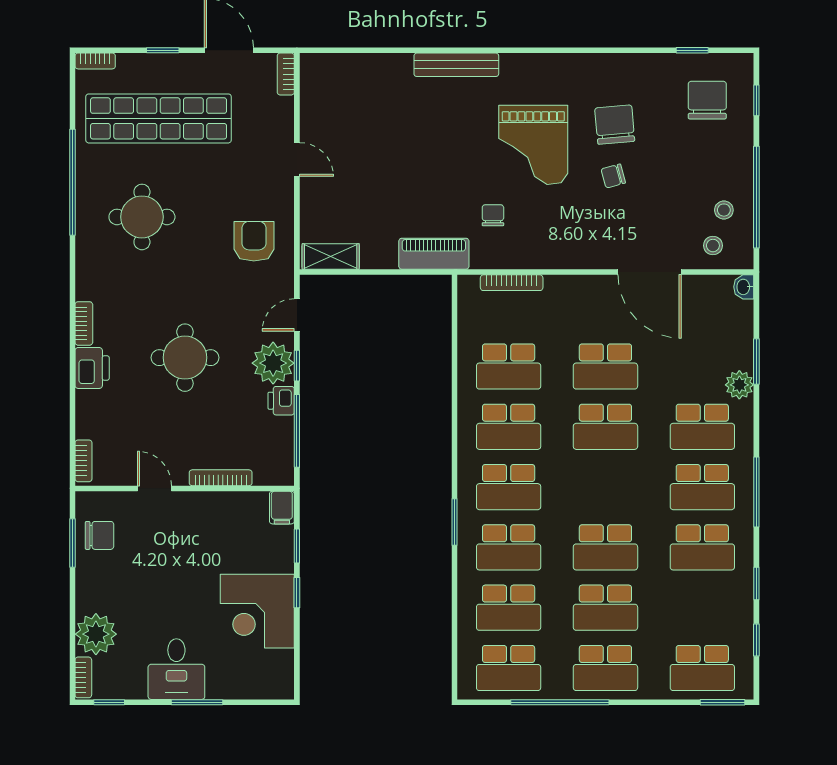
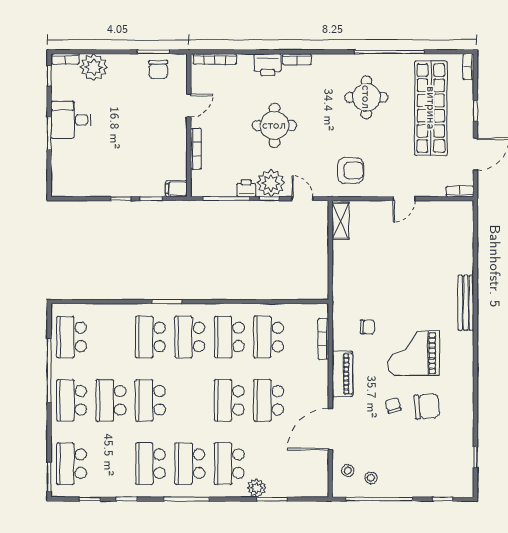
chair: (707, 100) -> (443, 467), removed
piano: (434, 254) -> (342, 374), moved
washbasin: (744, 287) -> (321, 491), removed
bookcase: (83, 461) -> (215, 59), width x1.56
school desk: (509, 608) -> (111, 337), removed
corner desk: (257, 611) -> (109, 173), removed

